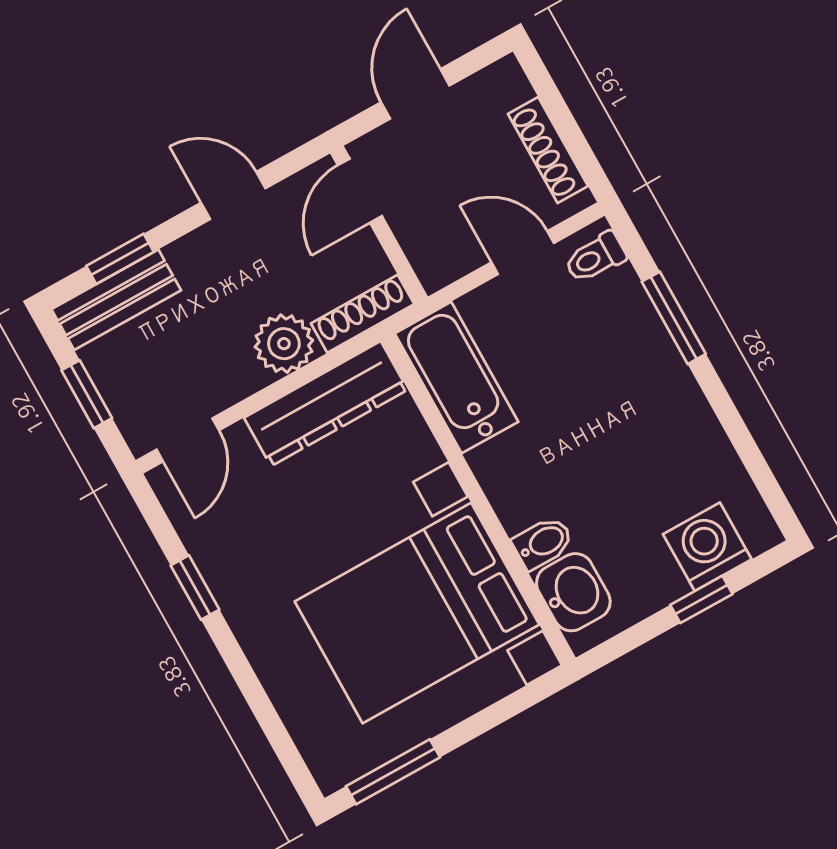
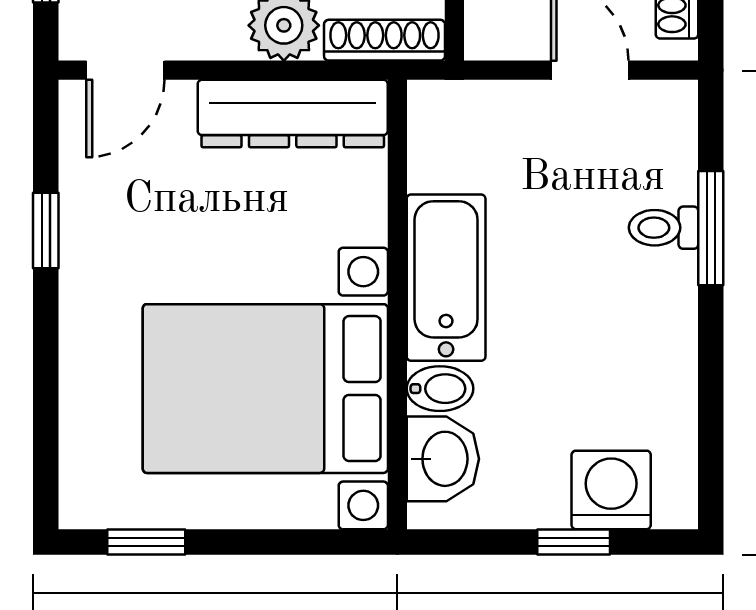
toilet: (595, 257) -> (664, 228), moved
bathtub: (456, 378) -> (446, 278), moved
window: (393, 772) -> (146, 542), width x0.67

